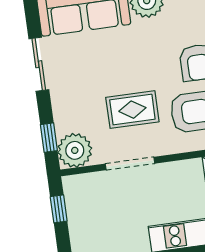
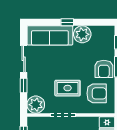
window: (49, 138) -> (24, 85), moved

